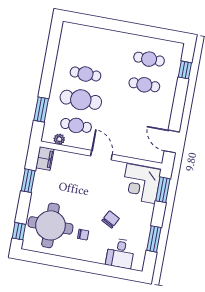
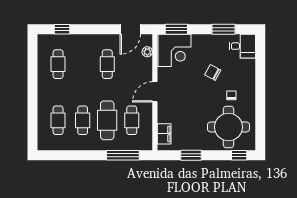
cafe table: (90, 48) -> (58, 120), added
cafe table: (144, 85) -> (107, 64), moved
window: (41, 109) -> (123, 155), width x1.44
plant: (59, 139) -> (147, 52), moved
filing cabinet: (45, 158) -> (164, 134), moved, turned 90
desk: (120, 253) -> (242, 46), moved

